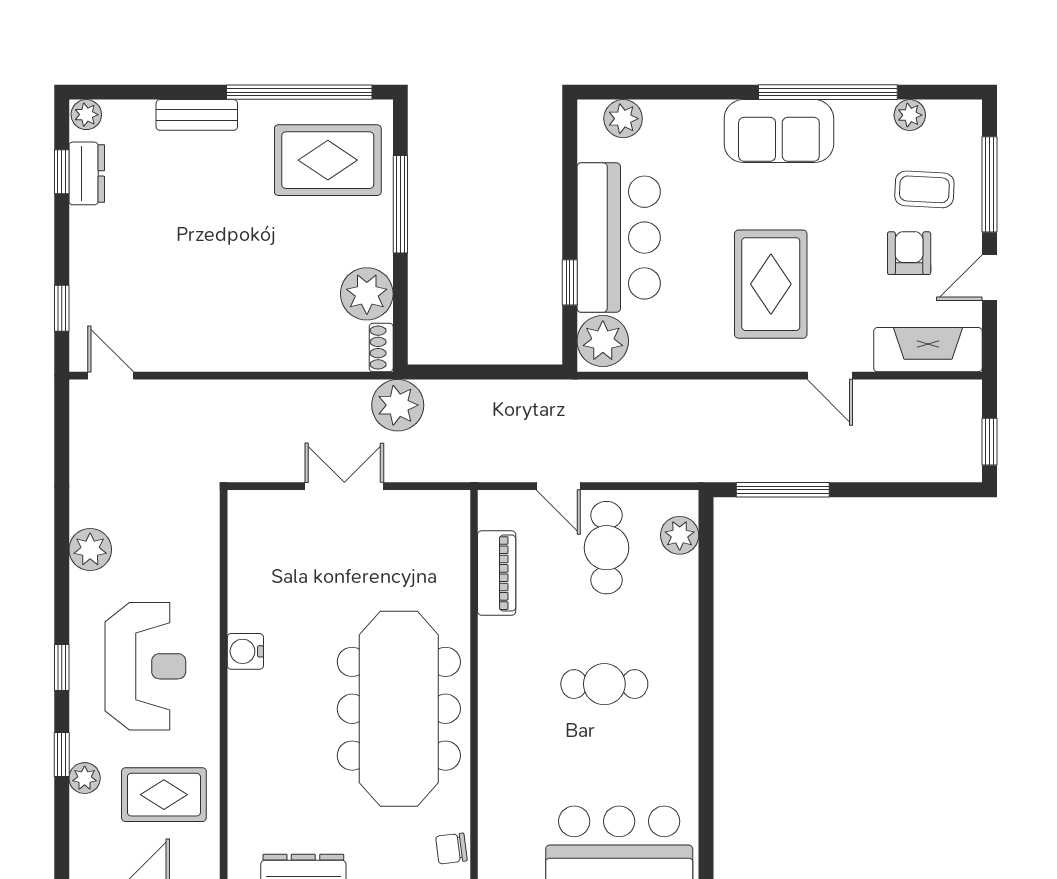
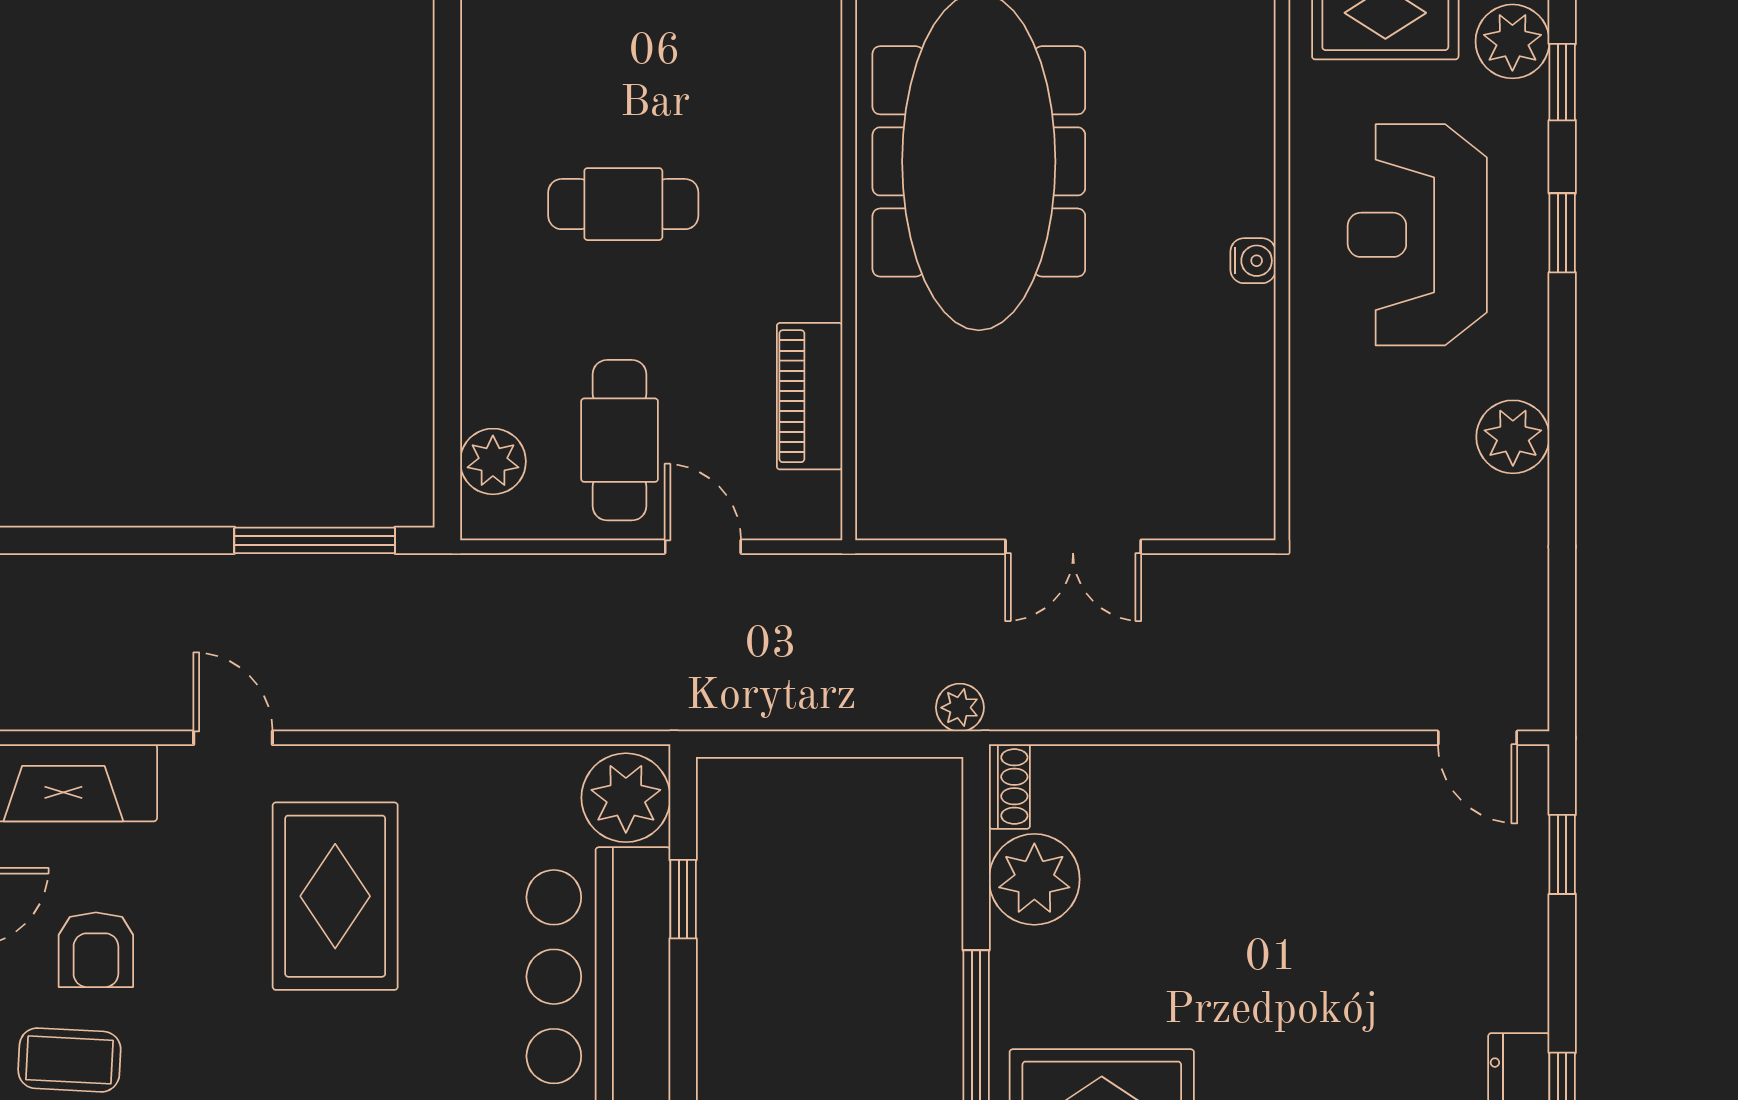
plant: (398, 405) -> (960, 708), width x0.53, depth x0.53
water cooler: (245, 651) -> (1253, 261), width x0.72, depth x0.72
plant: (85, 778) -> (1512, 41), width x1.38, depth x1.38

